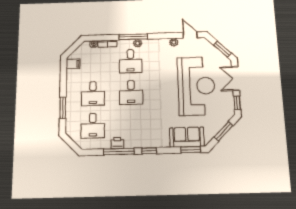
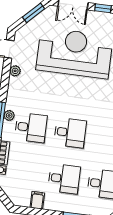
filing cabinet: (73, 64) -> (37, 200), moved

